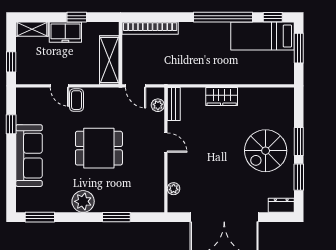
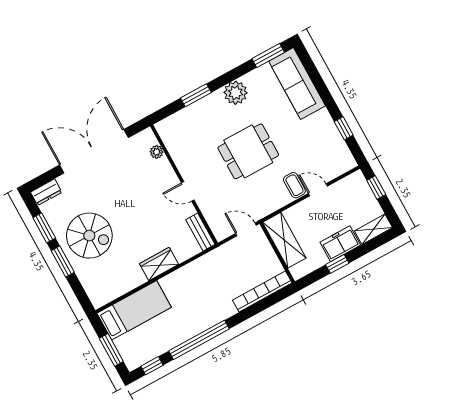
bed: (262, 36) -> (134, 310), moved
plant: (158, 105) -> (215, 223), removed
spiral stairs: (266, 151) -> (89, 236), turned 90
sofa: (29, 156) -> (297, 83), moved

